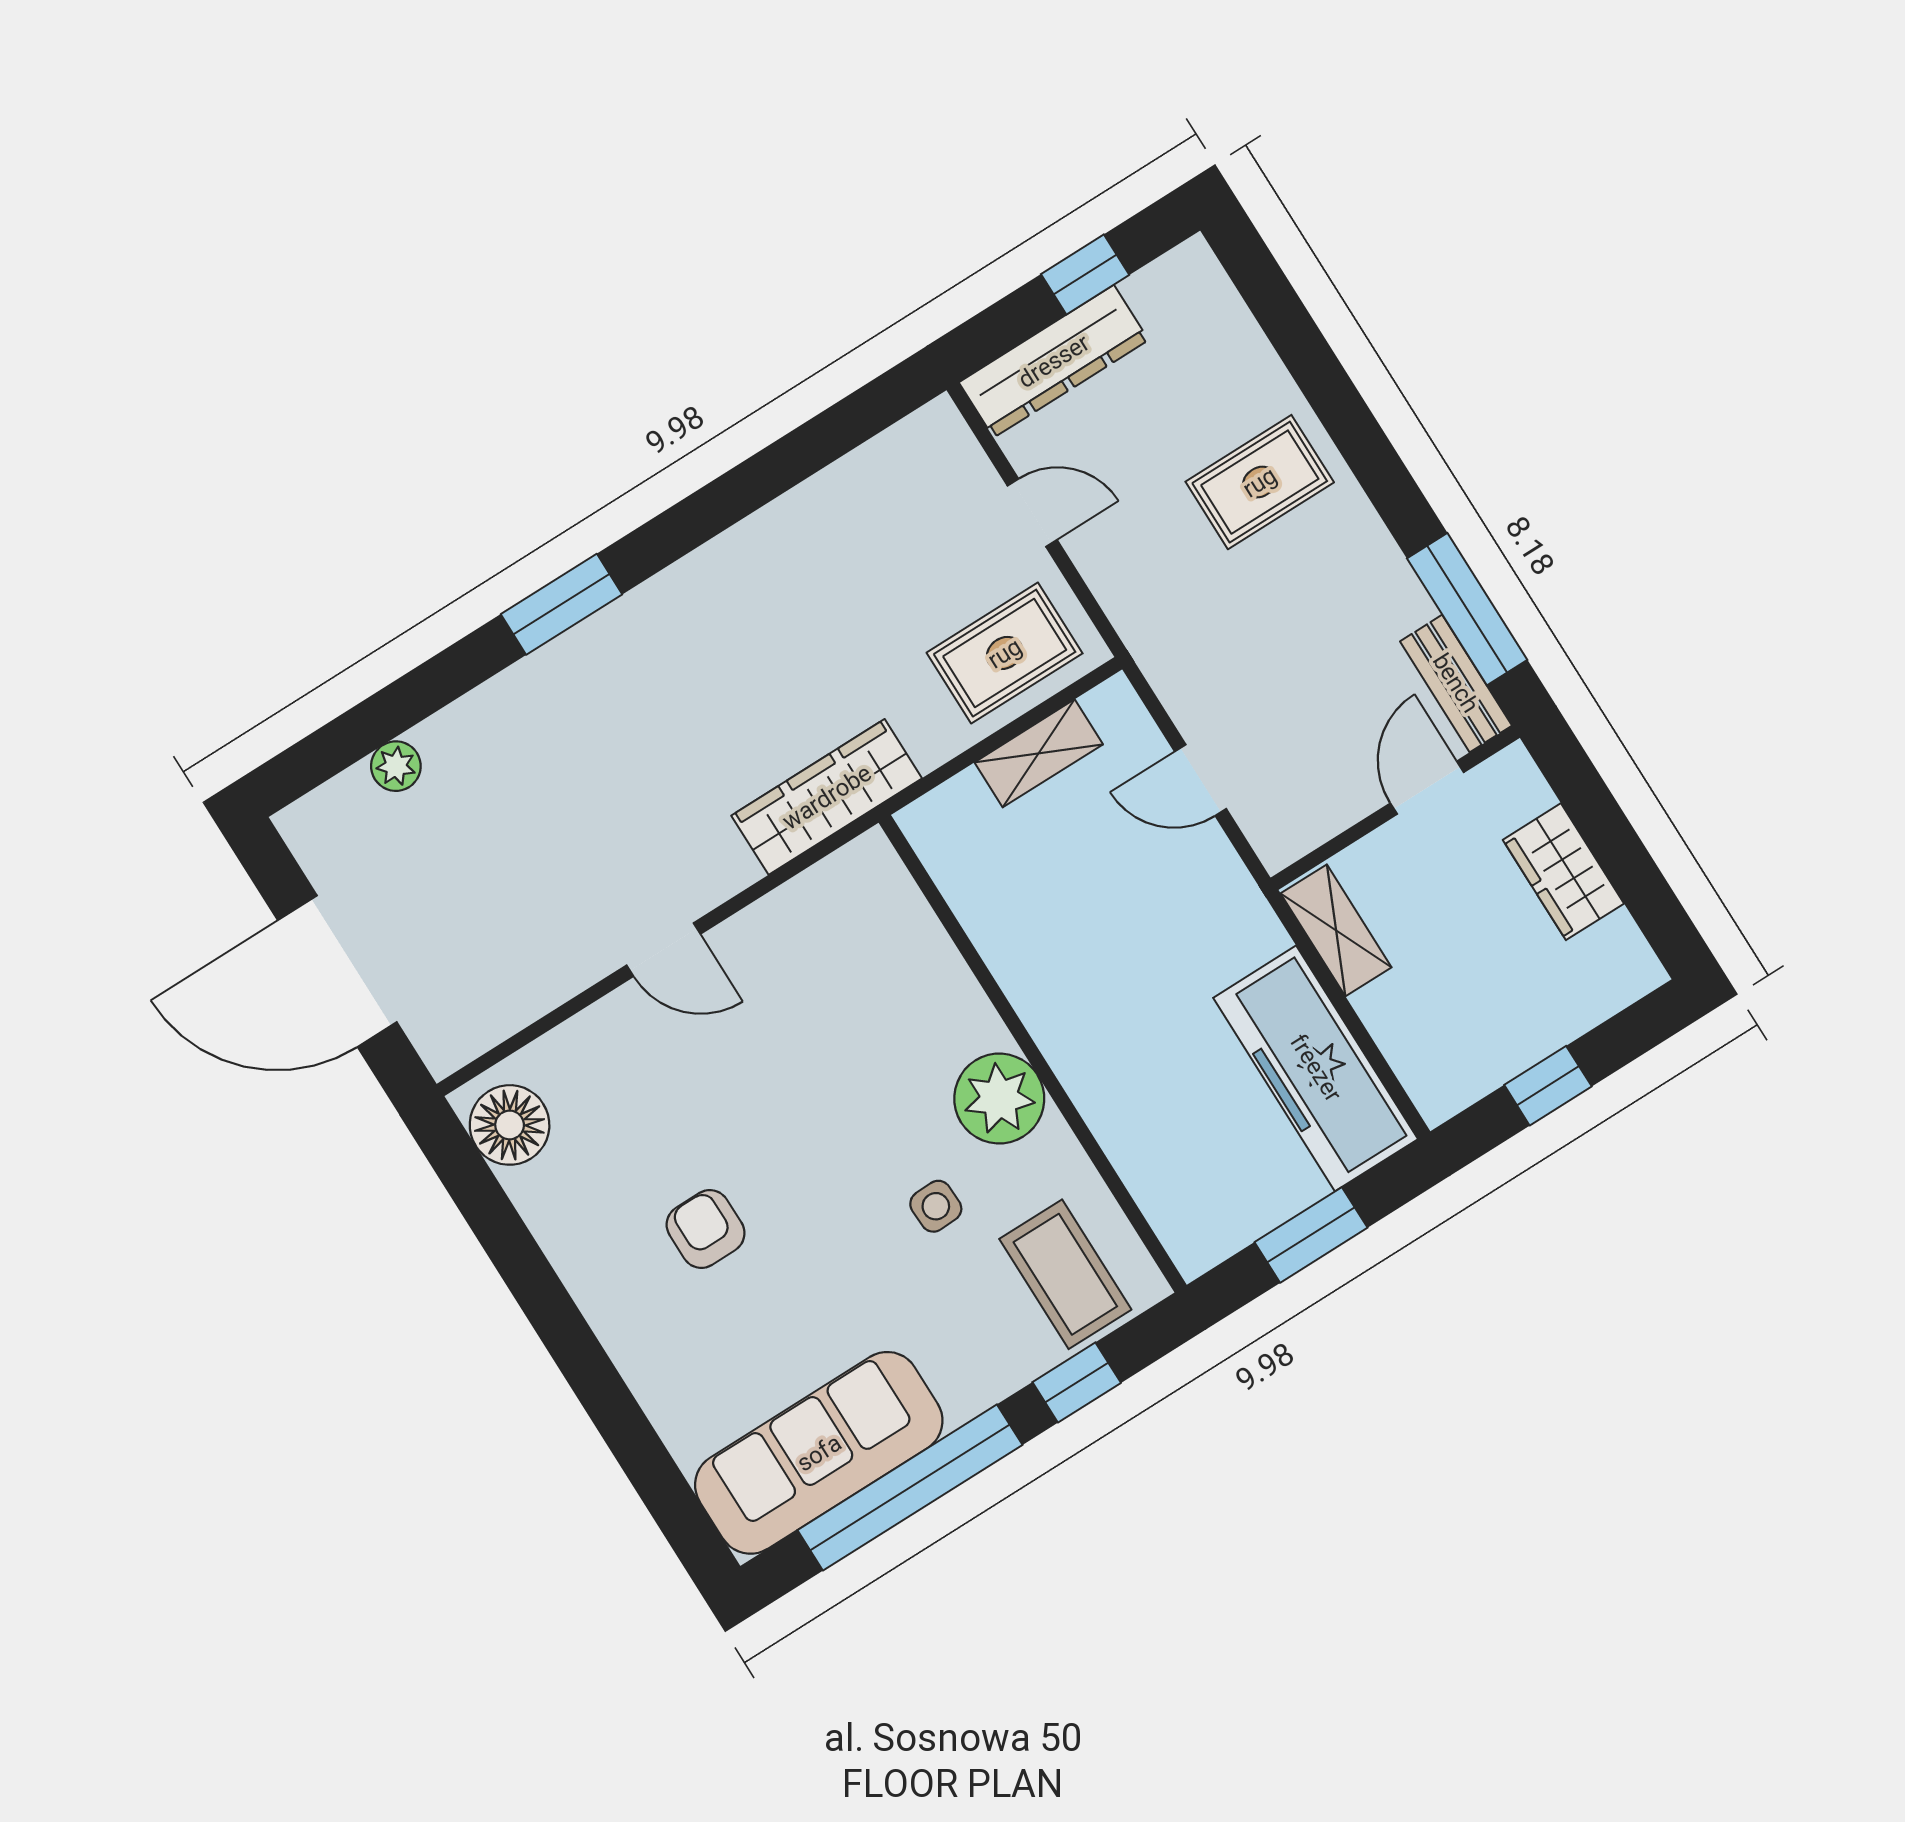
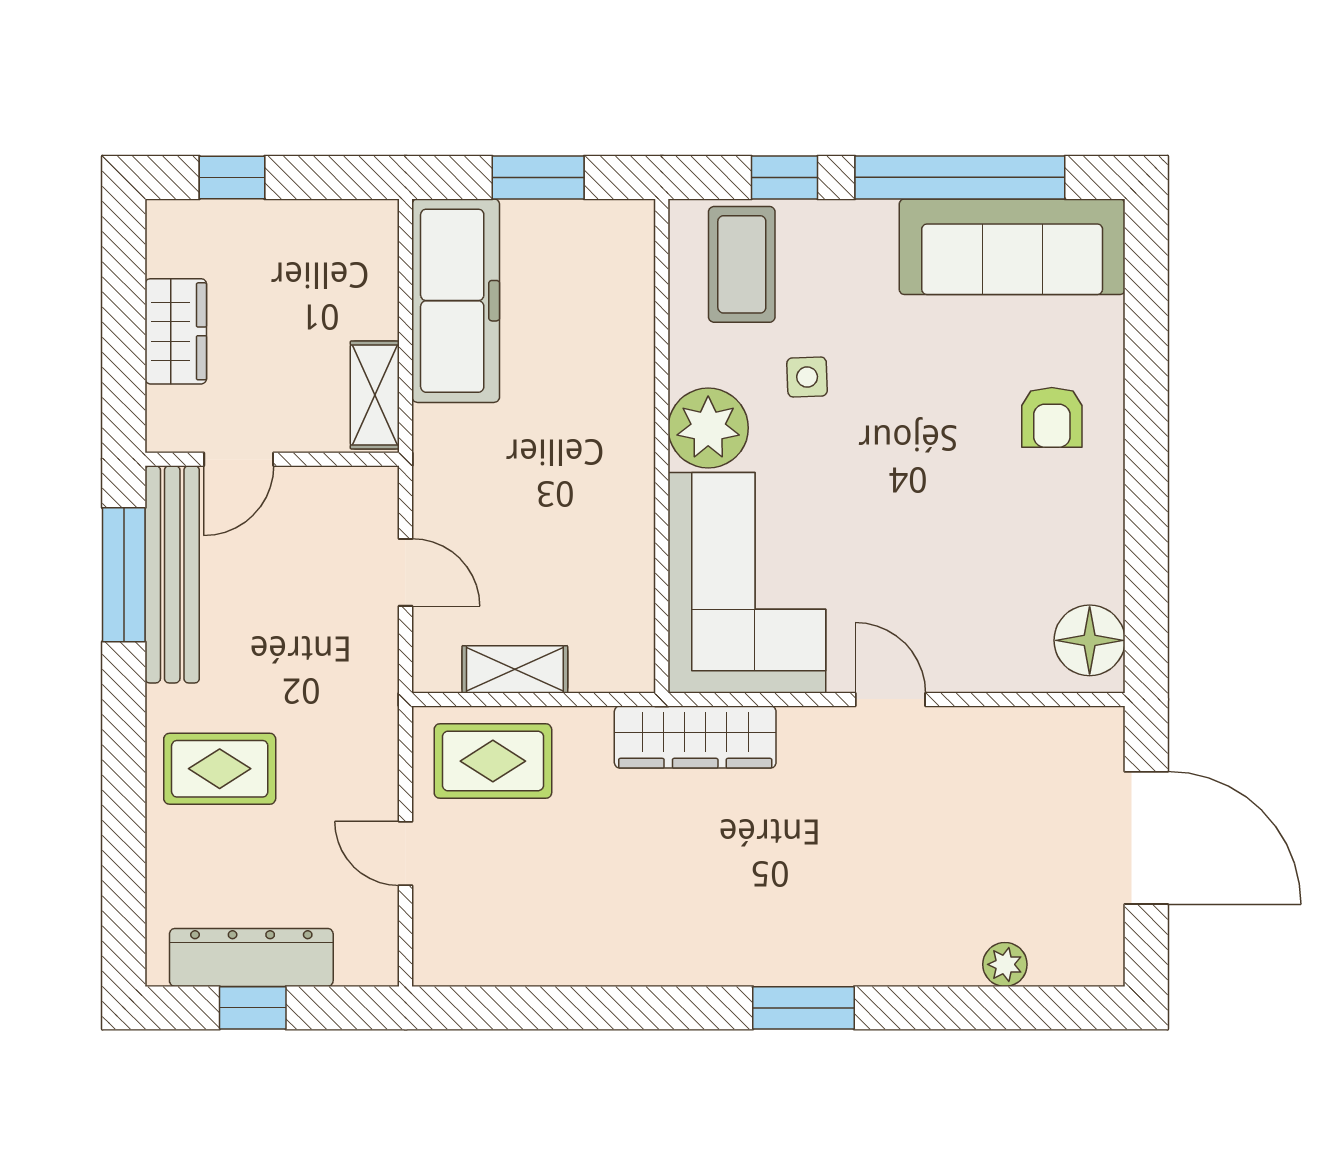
dresser: (1054, 361) -> (251, 957), moved
bench: (1456, 683) -> (172, 574), width x1.86, depth x1.21
corner sofa: (870, 975) -> (747, 583), added
window: (1548, 1086) -> (232, 177), moved
armchair: (706, 1229) -> (1052, 417), moved

